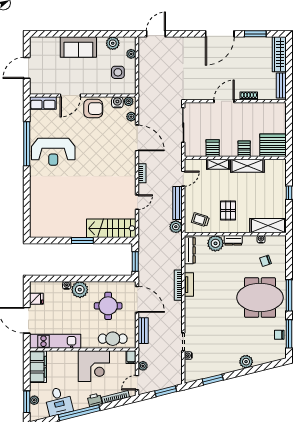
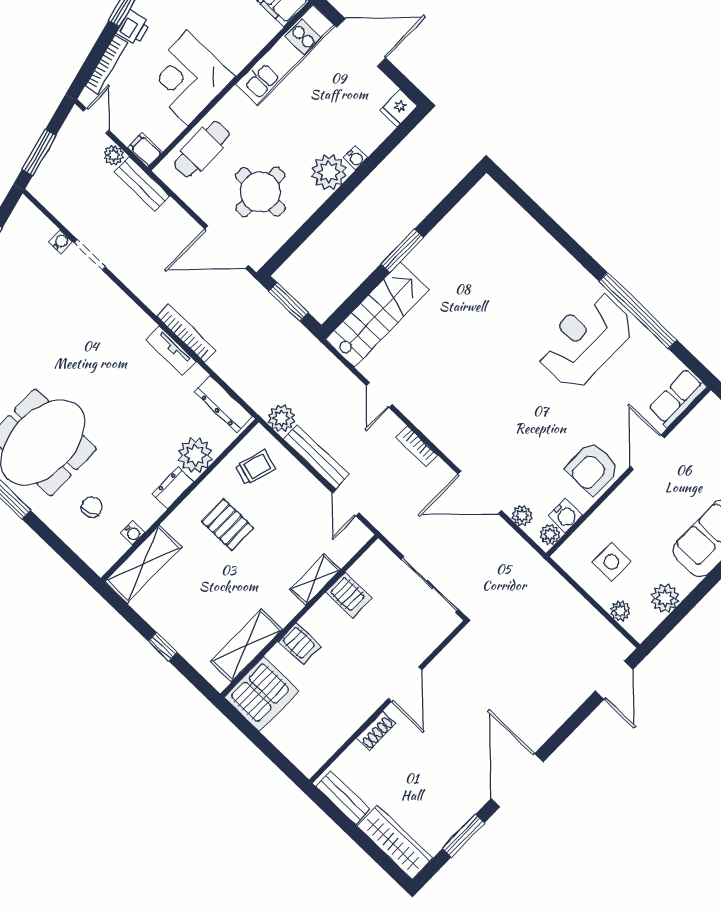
shelving: (247, 166) -> (246, 646), moved
fridge: (36, 299) -> (399, 108), moved
bench: (143, 331) -> (142, 184), moved

